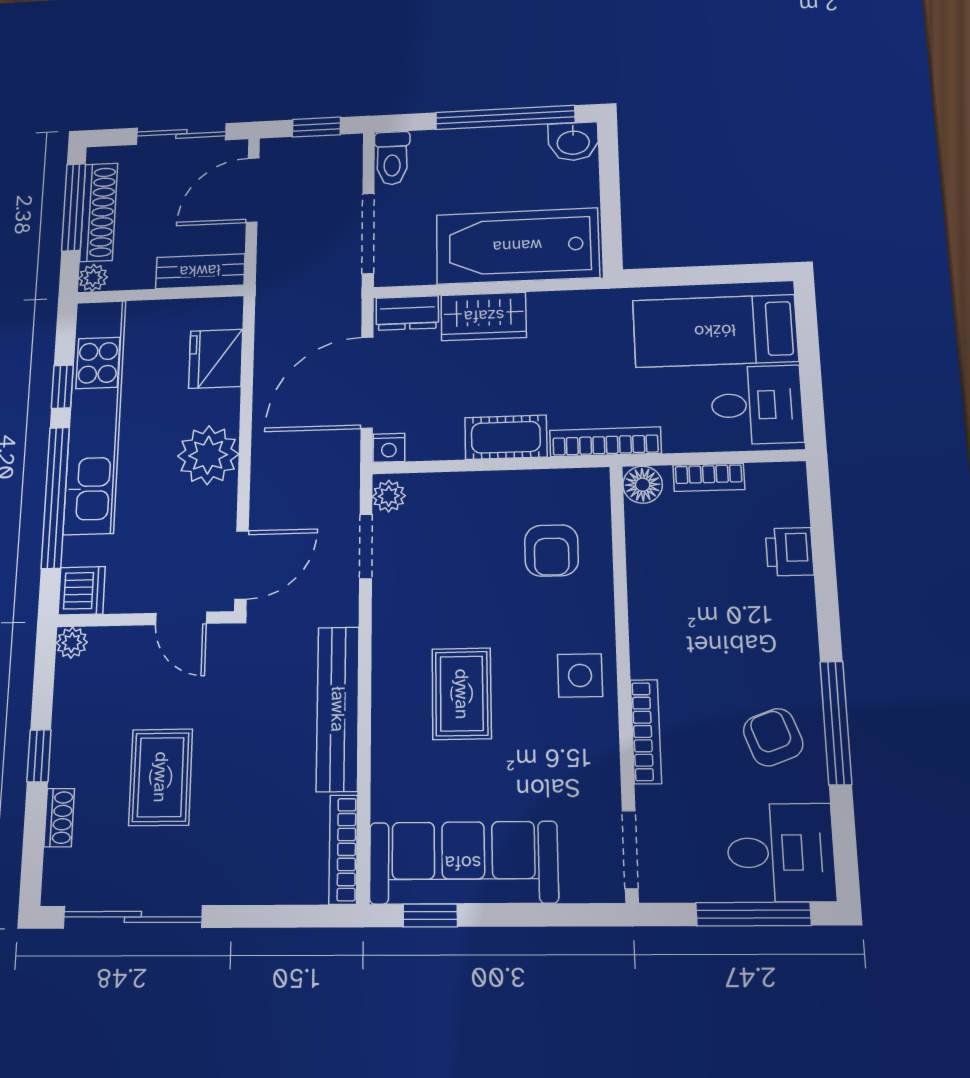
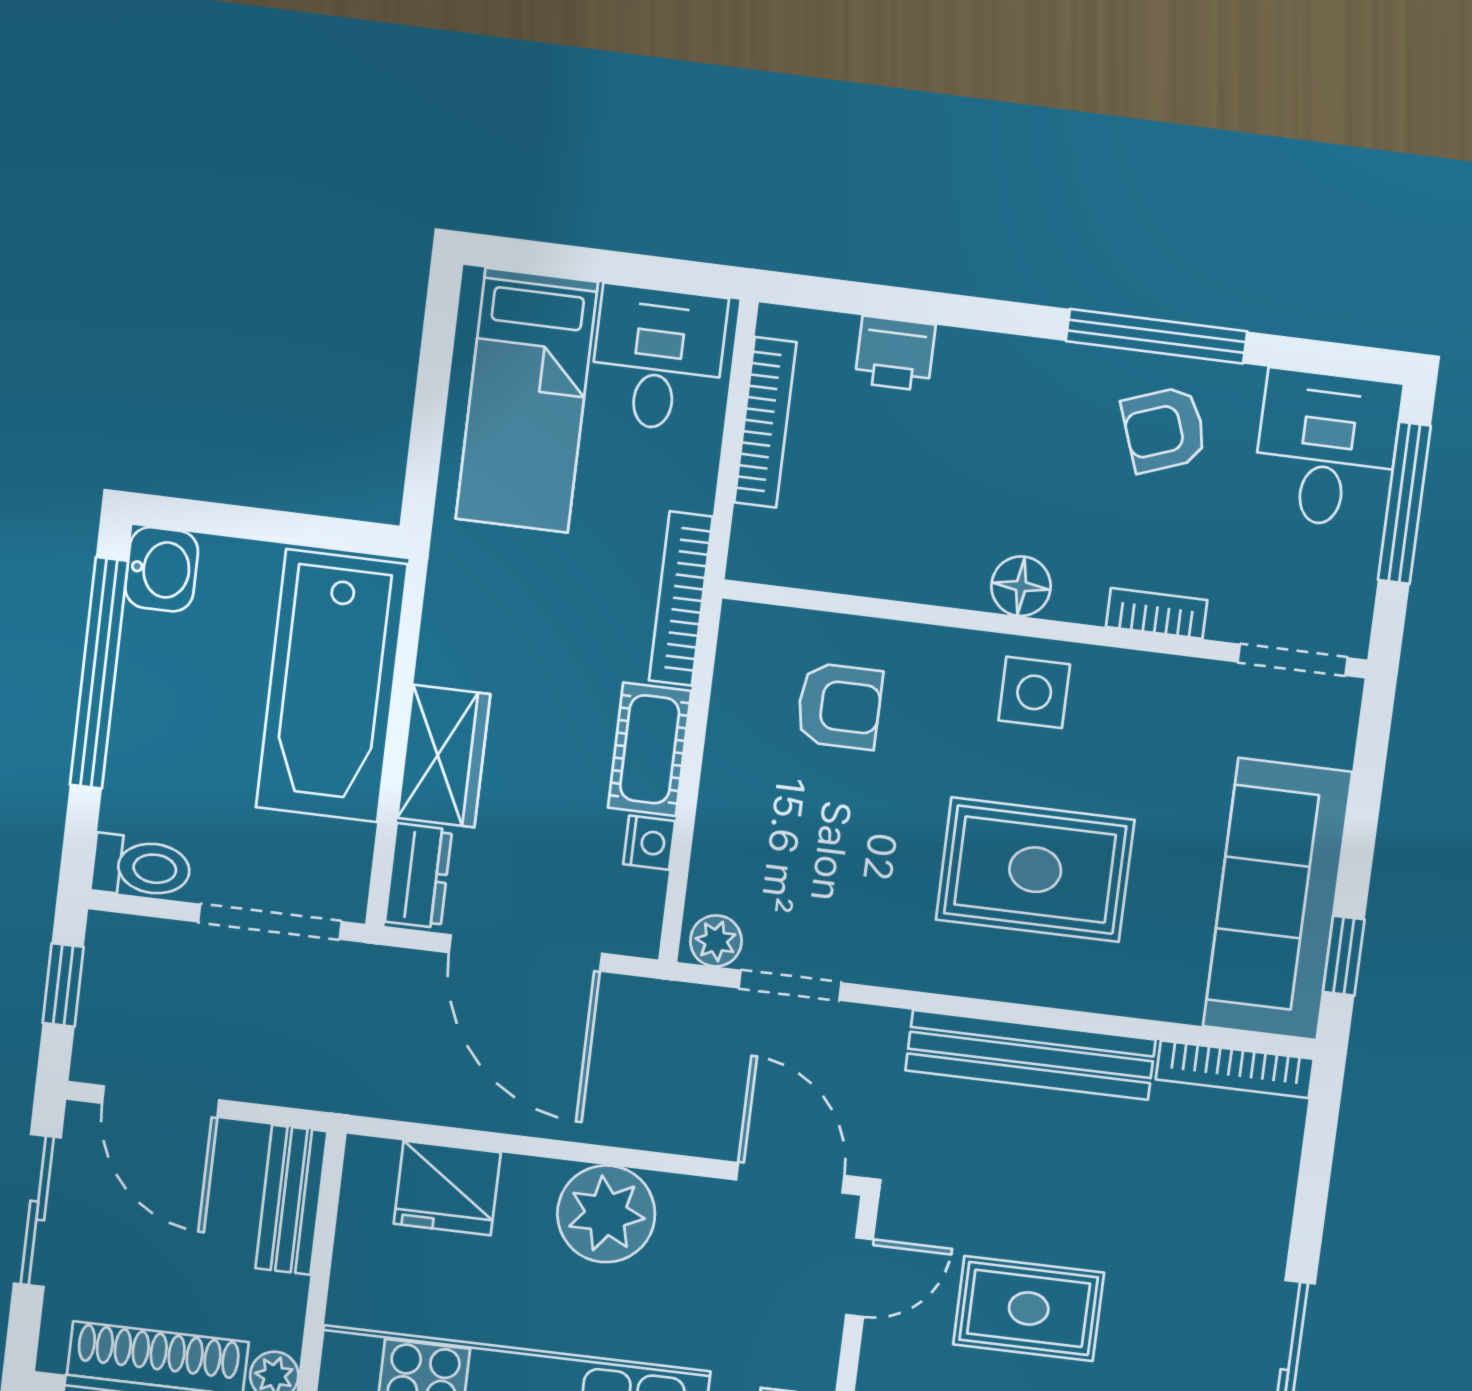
nightstand: (389, 448) -> (649, 843), moved
bookcase: (709, 477) -> (765, 422), width x1.56
floor lamp: (643, 485) -> (1021, 586), moved
rug: (462, 694) -> (1035, 870), width x1.36, depth x1.43
bookcase: (646, 731) -> (1157, 613), width x0.64
rug: (161, 777) -> (1029, 1308), moved

